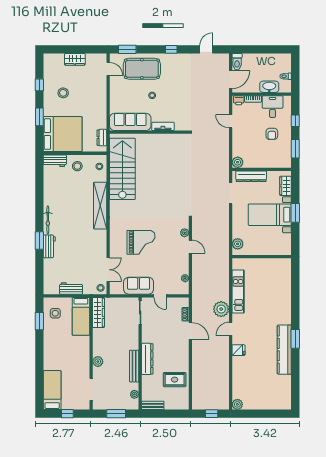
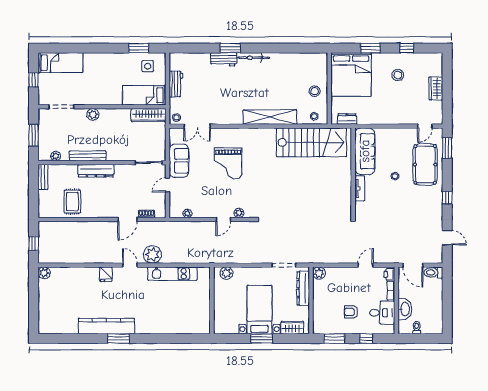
workbench: (55, 161) -> (321, 66), removed

